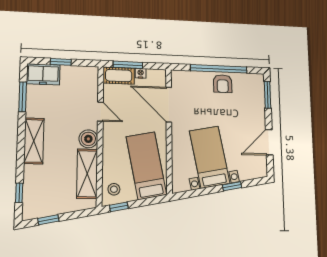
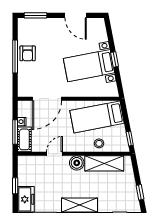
window: (219, 69) -> (15, 56), width x0.68
armchair: (223, 84) -> (28, 53), turned 90
window: (232, 186) -> (115, 59), moved
stool: (114, 189) -> (99, 143), moved

